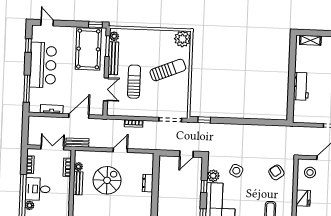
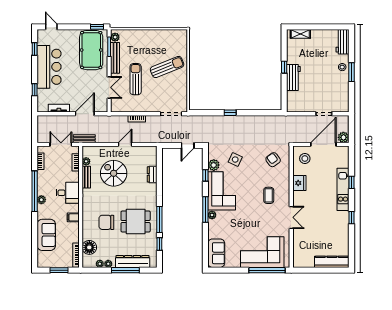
plant: (182, 39) -> (180, 37), removed
window: (292, 75) -> (284, 67), added
window: (27, 89) -> (35, 90), width x0.46
window: (204, 120) -> (230, 113), moved
spiral stairs: (107, 180) -> (114, 173), turned -90
desk: (38, 189) -> (68, 193), moved, turned 180

